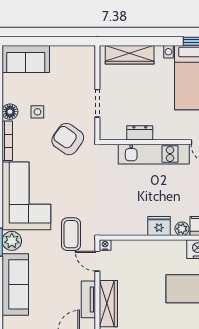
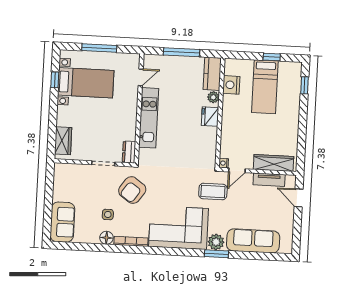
wardrobe: (130, 55) -> (63, 141), width x0.67
dresser: (140, 133) -> (129, 152), moved

